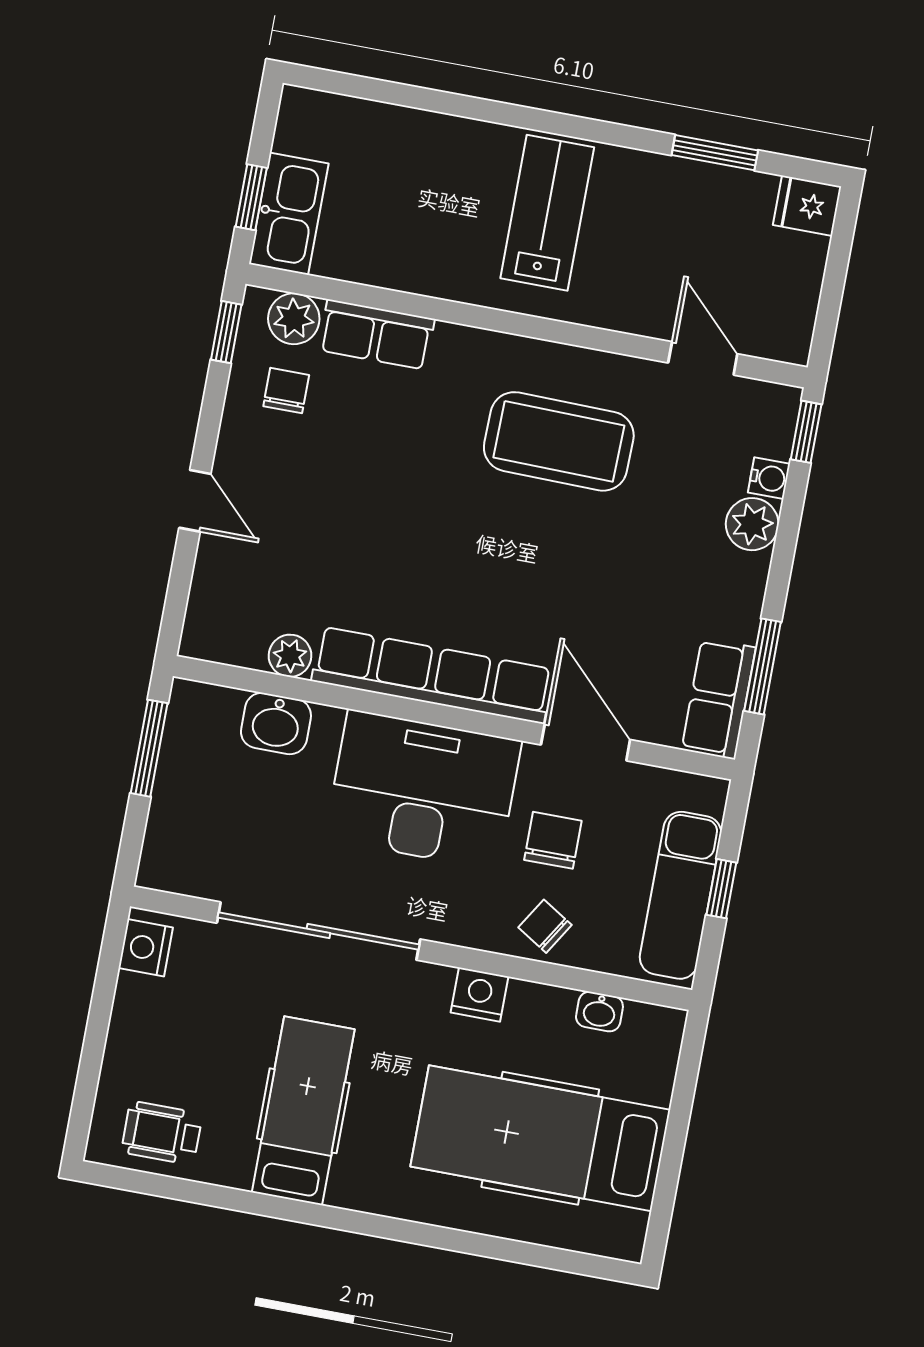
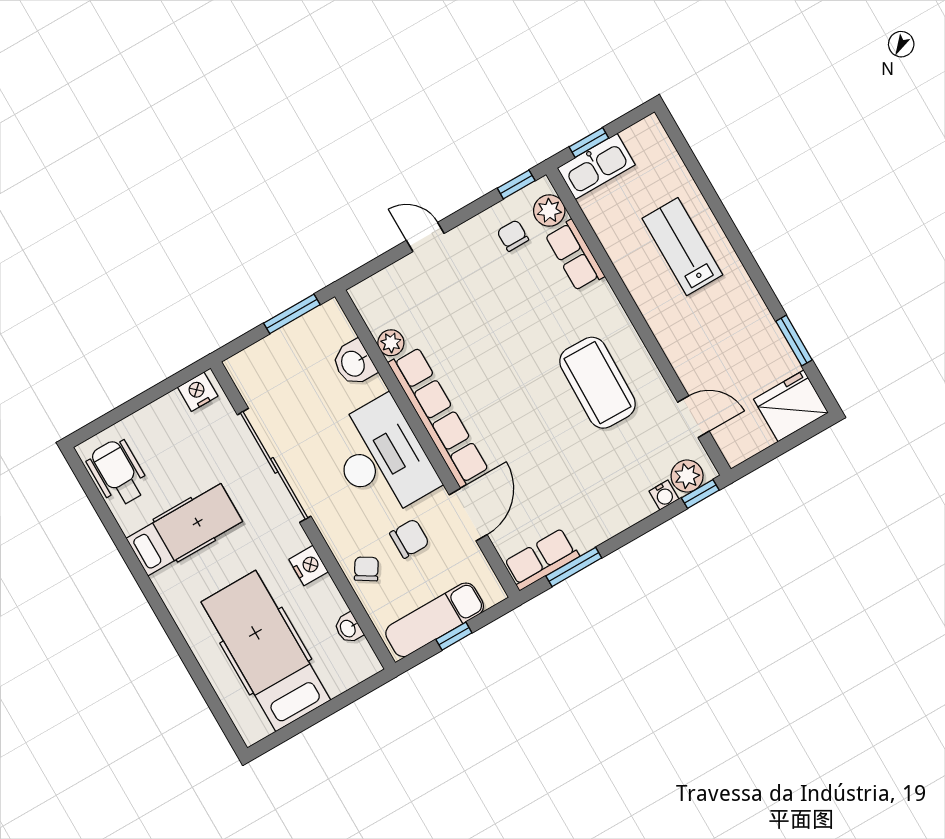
fridge: (807, 206) -> (791, 406), width x1.88, depth x1.34
lab bench: (547, 213) -> (682, 247), moved, turned -90
door: (703, 358) -> (693, 417), hinge flipped
chair: (286, 391) -> (513, 236), turned -90
door: (195, 501) -> (425, 237), swing flipped
plant: (752, 524) -> (687, 476), moved
wheelchair: (162, 1133) -> (118, 473), width x1.36, depth x1.37

